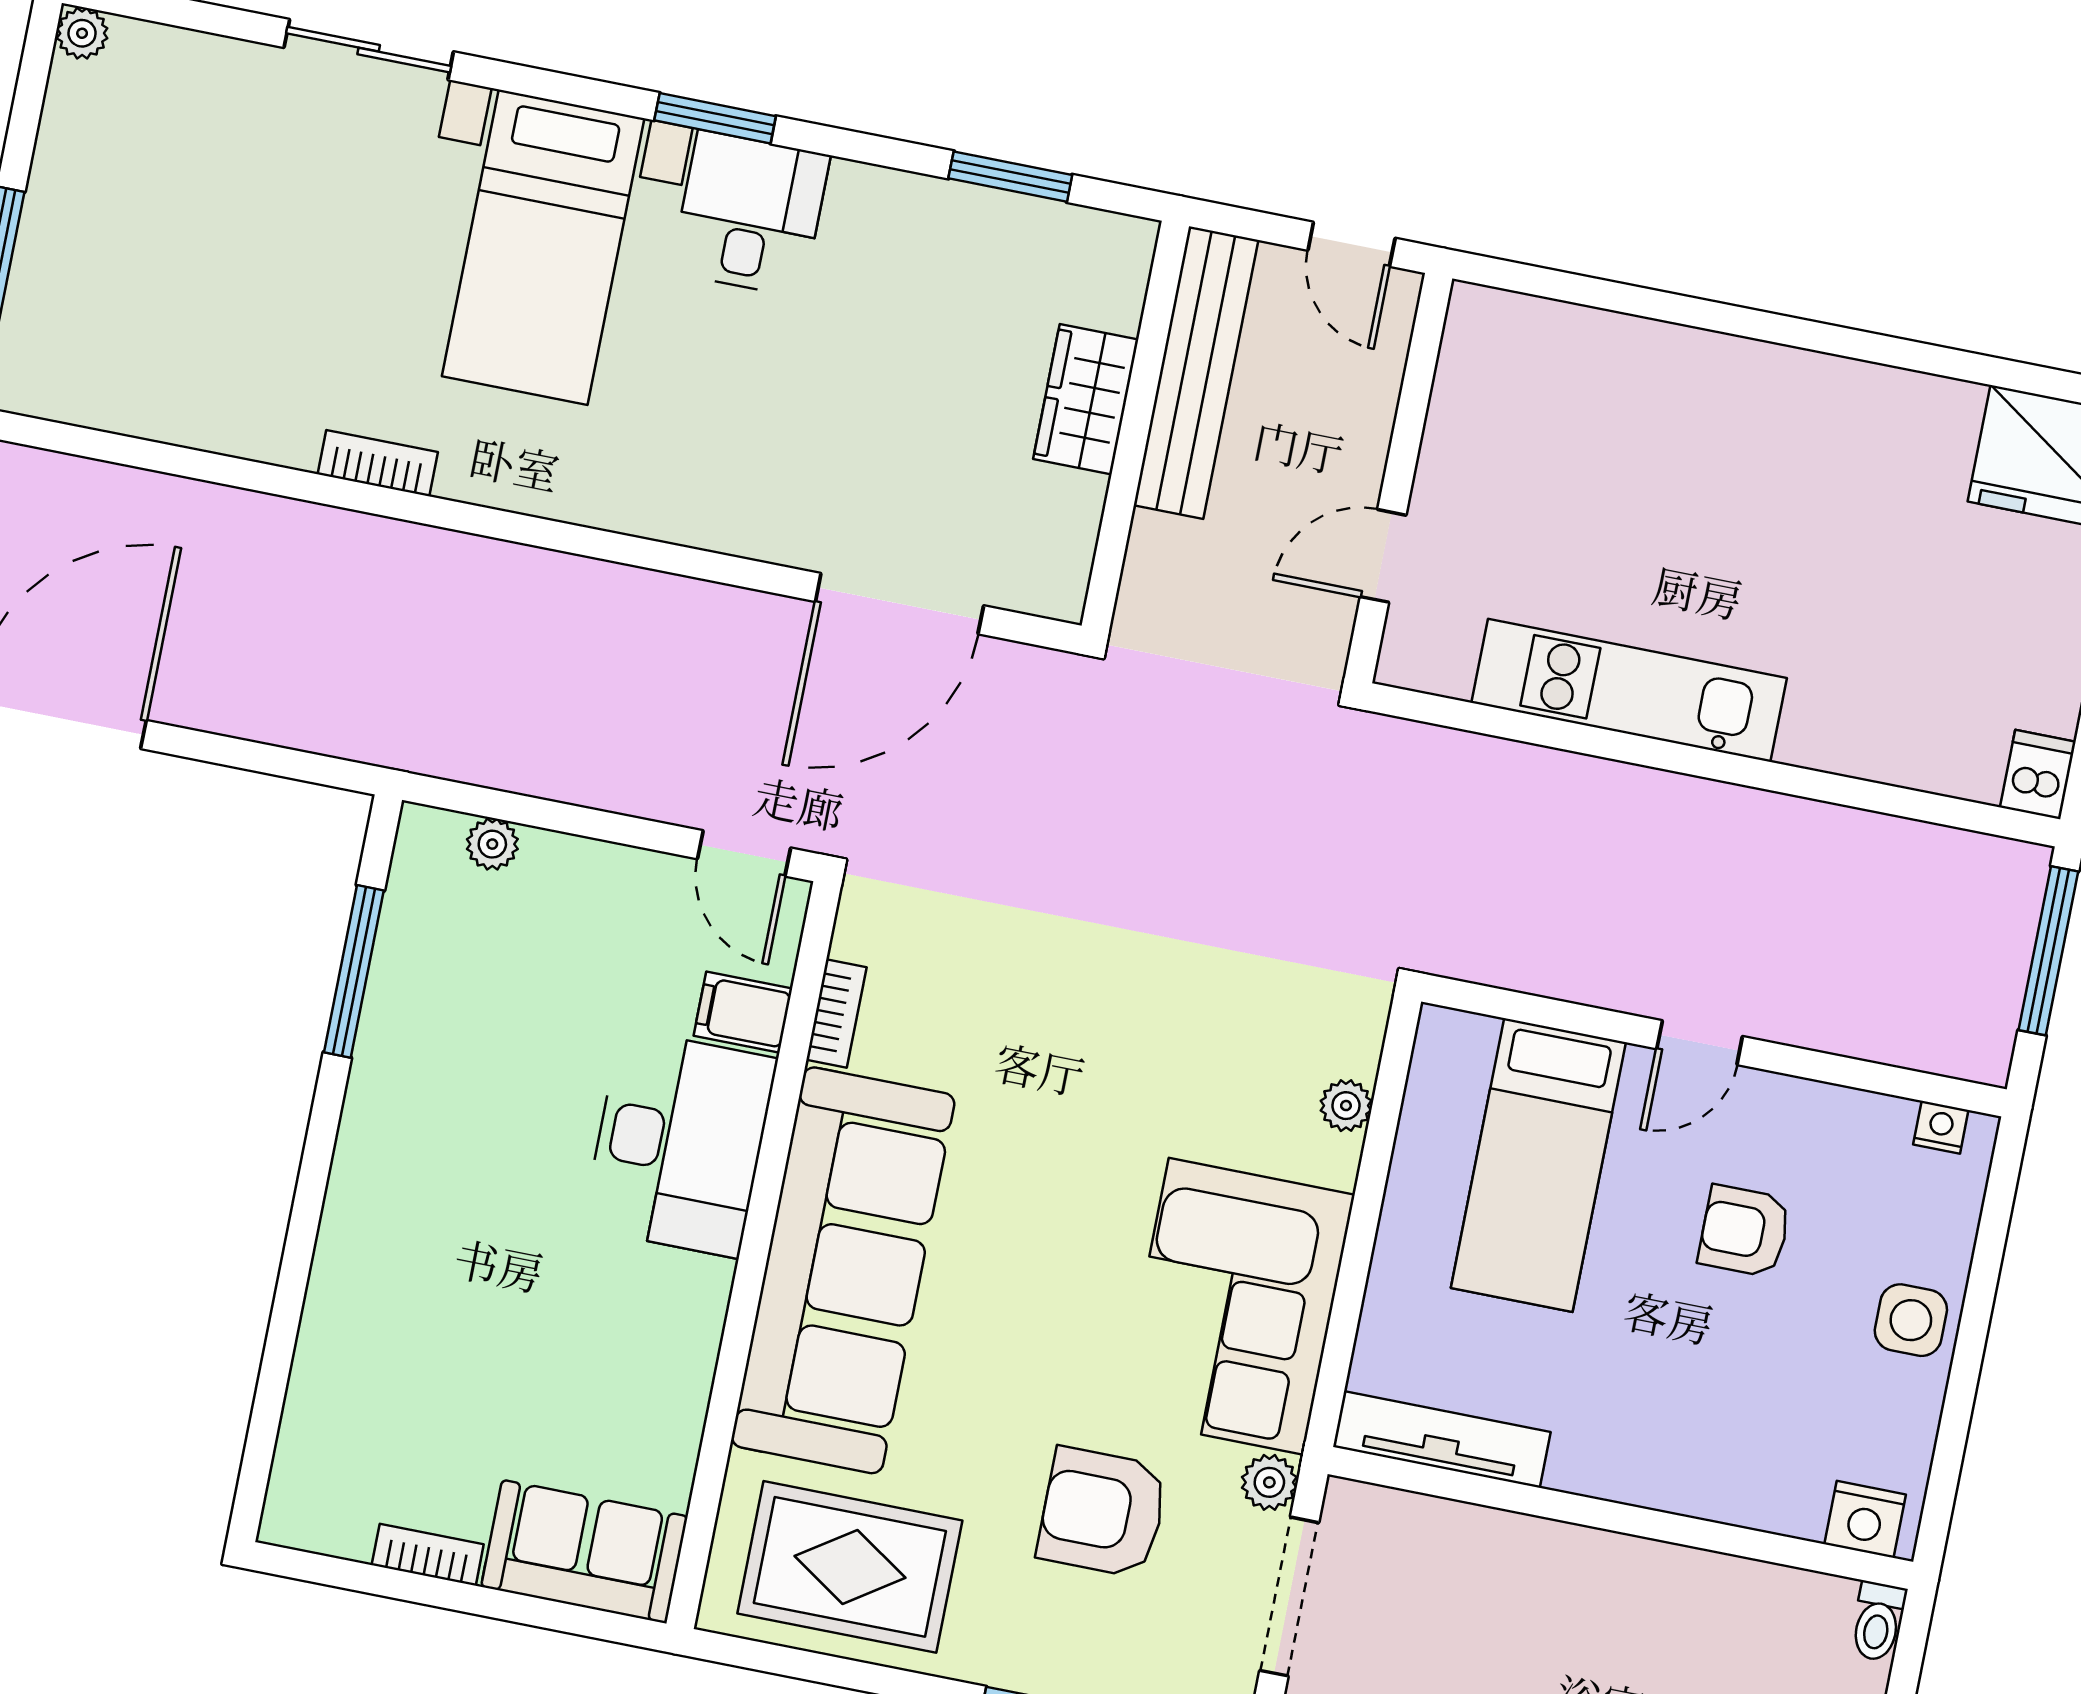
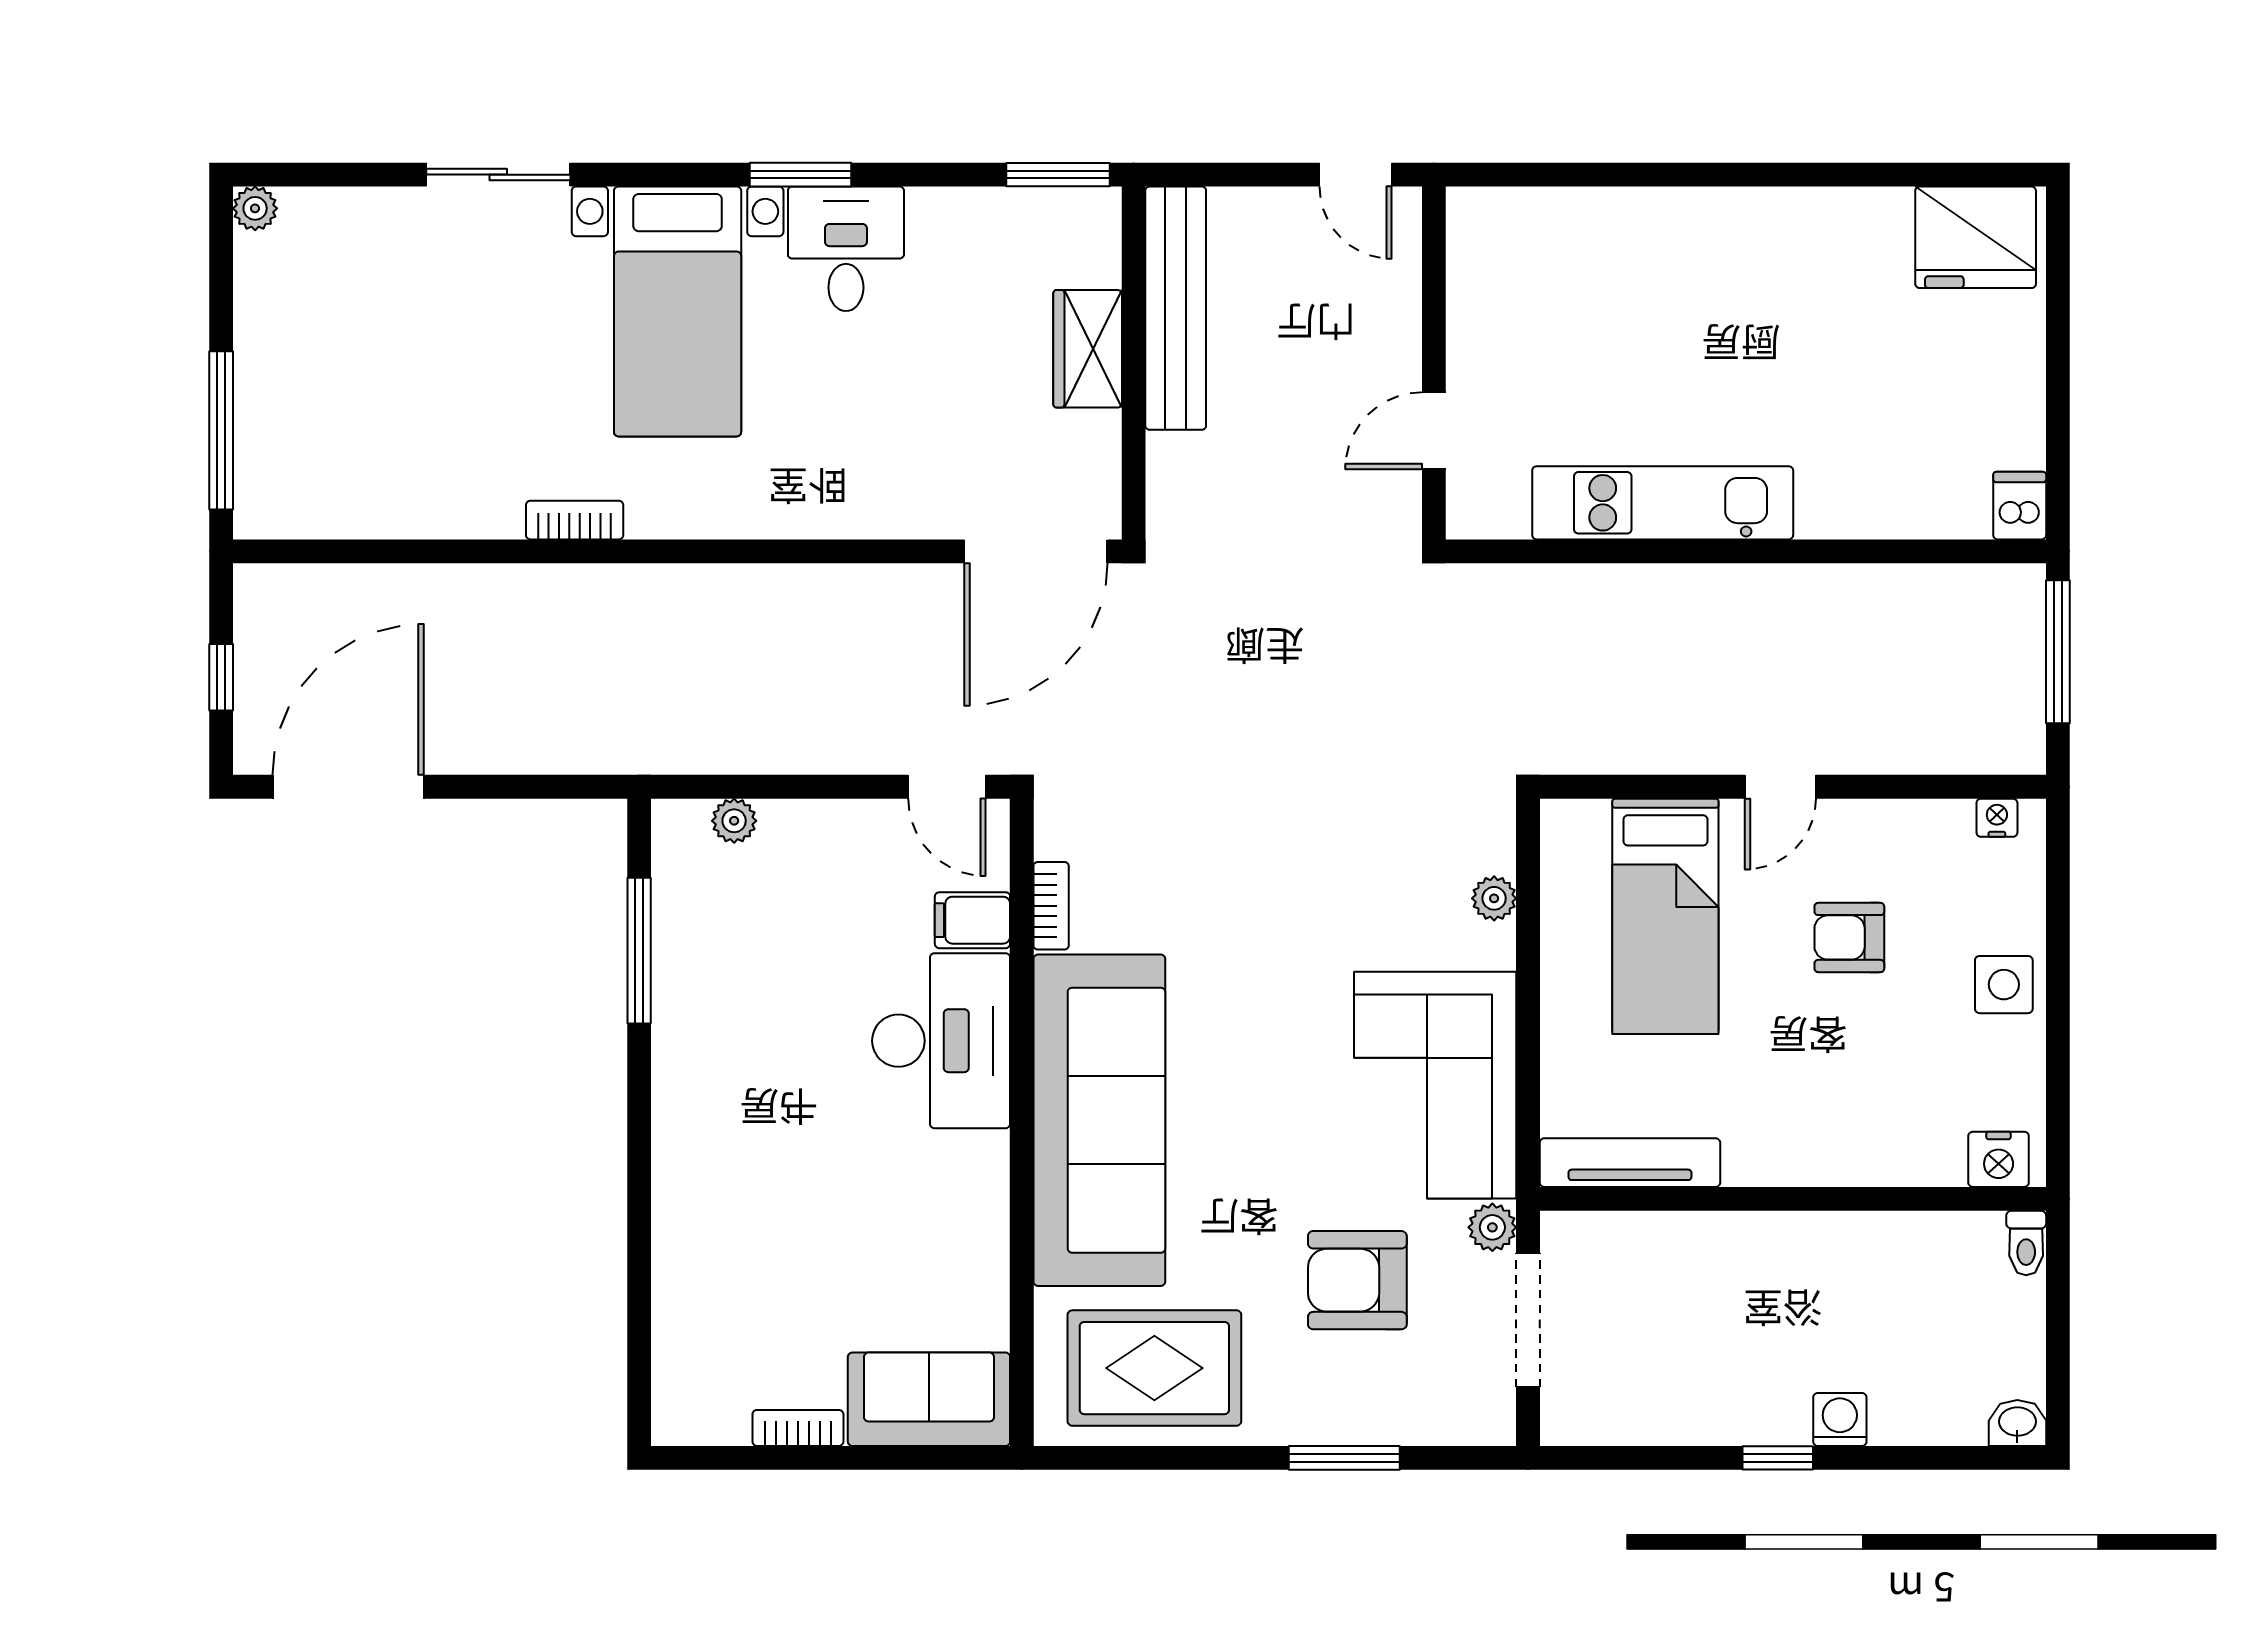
bench: (1196, 373) -> (1176, 308), moved
wardrobe: (1086, 399) -> (1088, 349), moved
wall: (1135, 426) -> (1134, 363), moved

